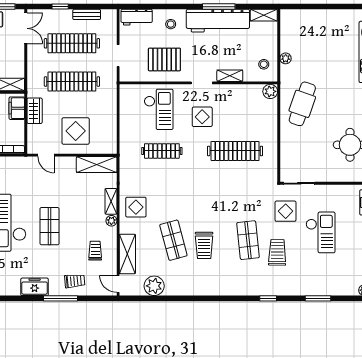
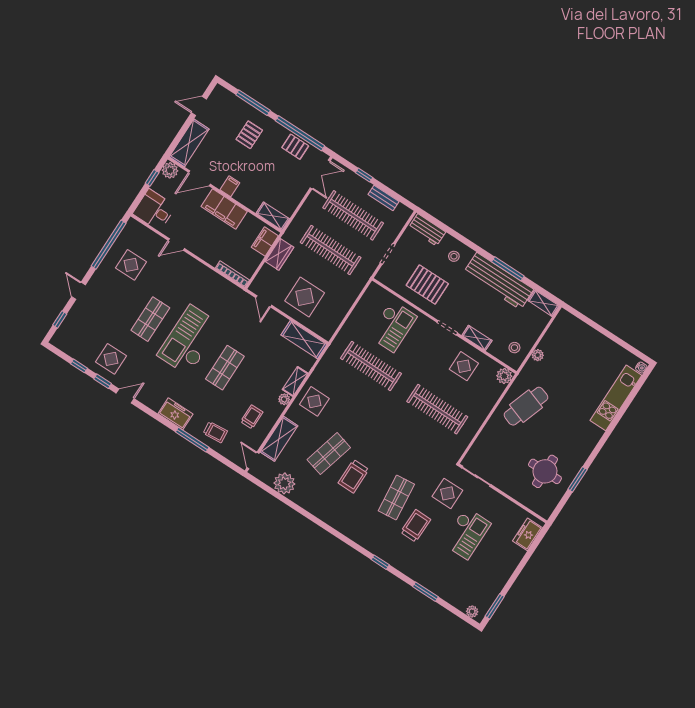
display table: (202, 117) -> (464, 366), moved
clothes rail: (162, 151) -> (371, 366), width x1.37, depth x1.31
shop shelf: (173, 240) -> (329, 454), turned 30

